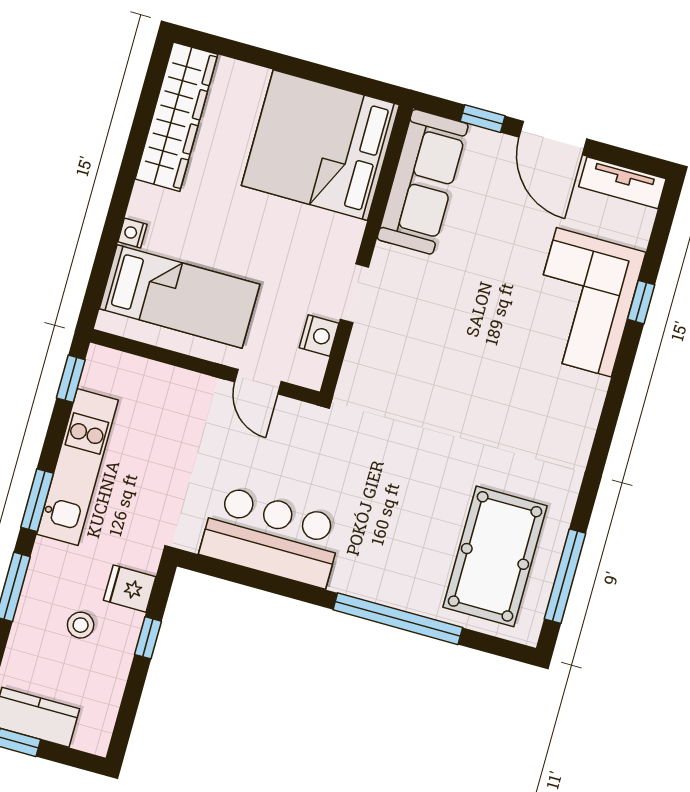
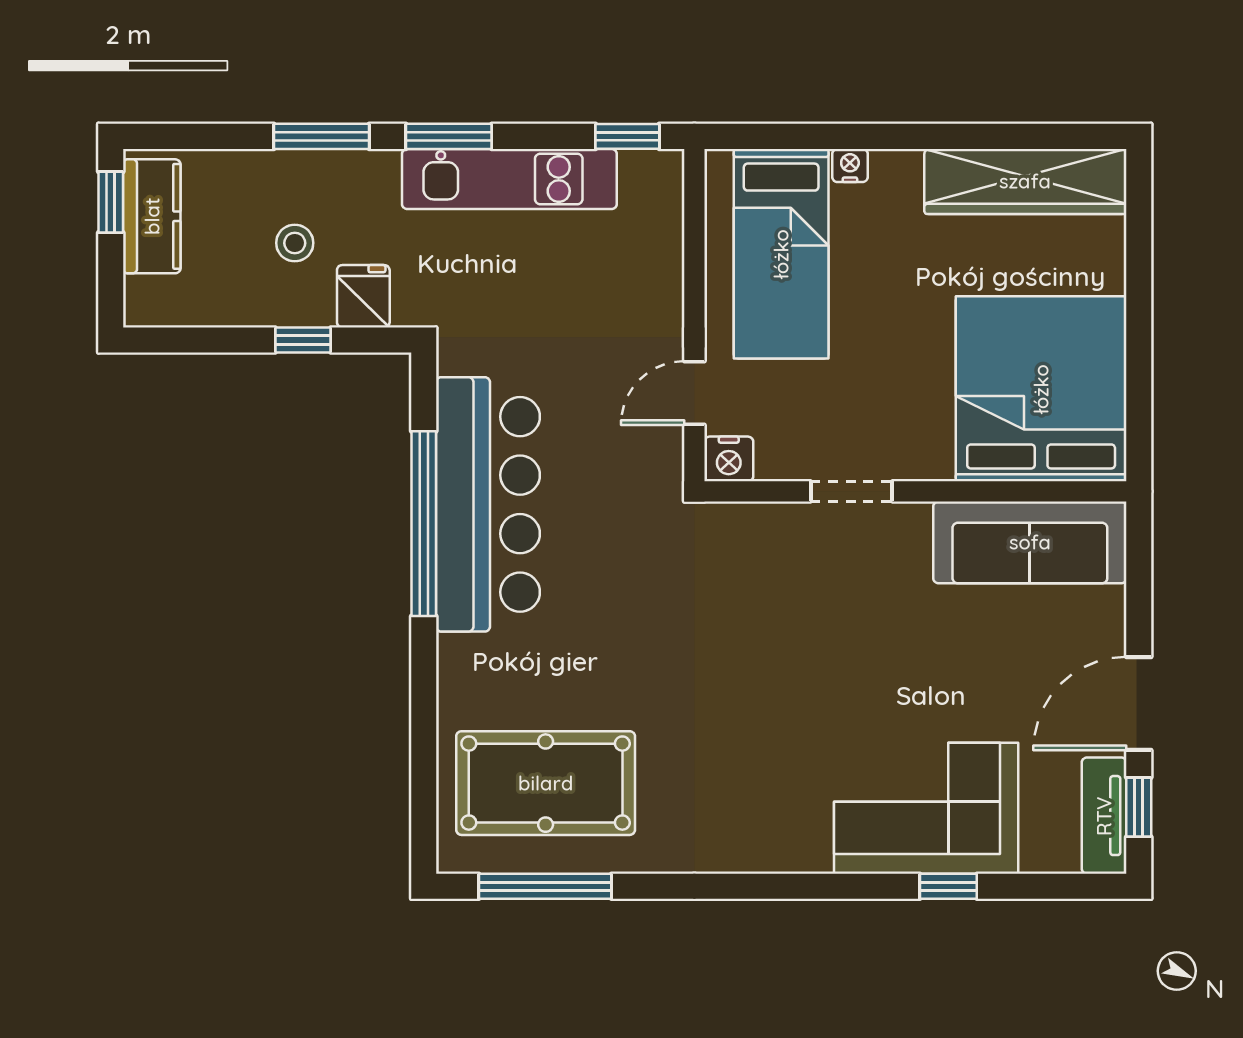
window: (483, 119) -> (1139, 807), moved
nightstand: (319, 336) -> (729, 459), moved
bar counter: (272, 537) -> (488, 504), width x1.36
window: (398, 619) -> (424, 524), moved

